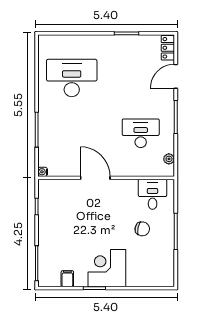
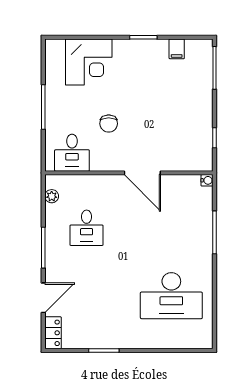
desk: (141, 133) -> (87, 228), width x0.73
chair: (142, 229) -> (109, 124), moved, turned -102
corner desk: (107, 268) -> (89, 62), moved

